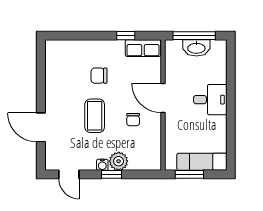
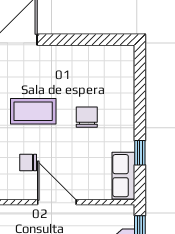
door: (163, 98) -> (57, 202), hinge flipped

